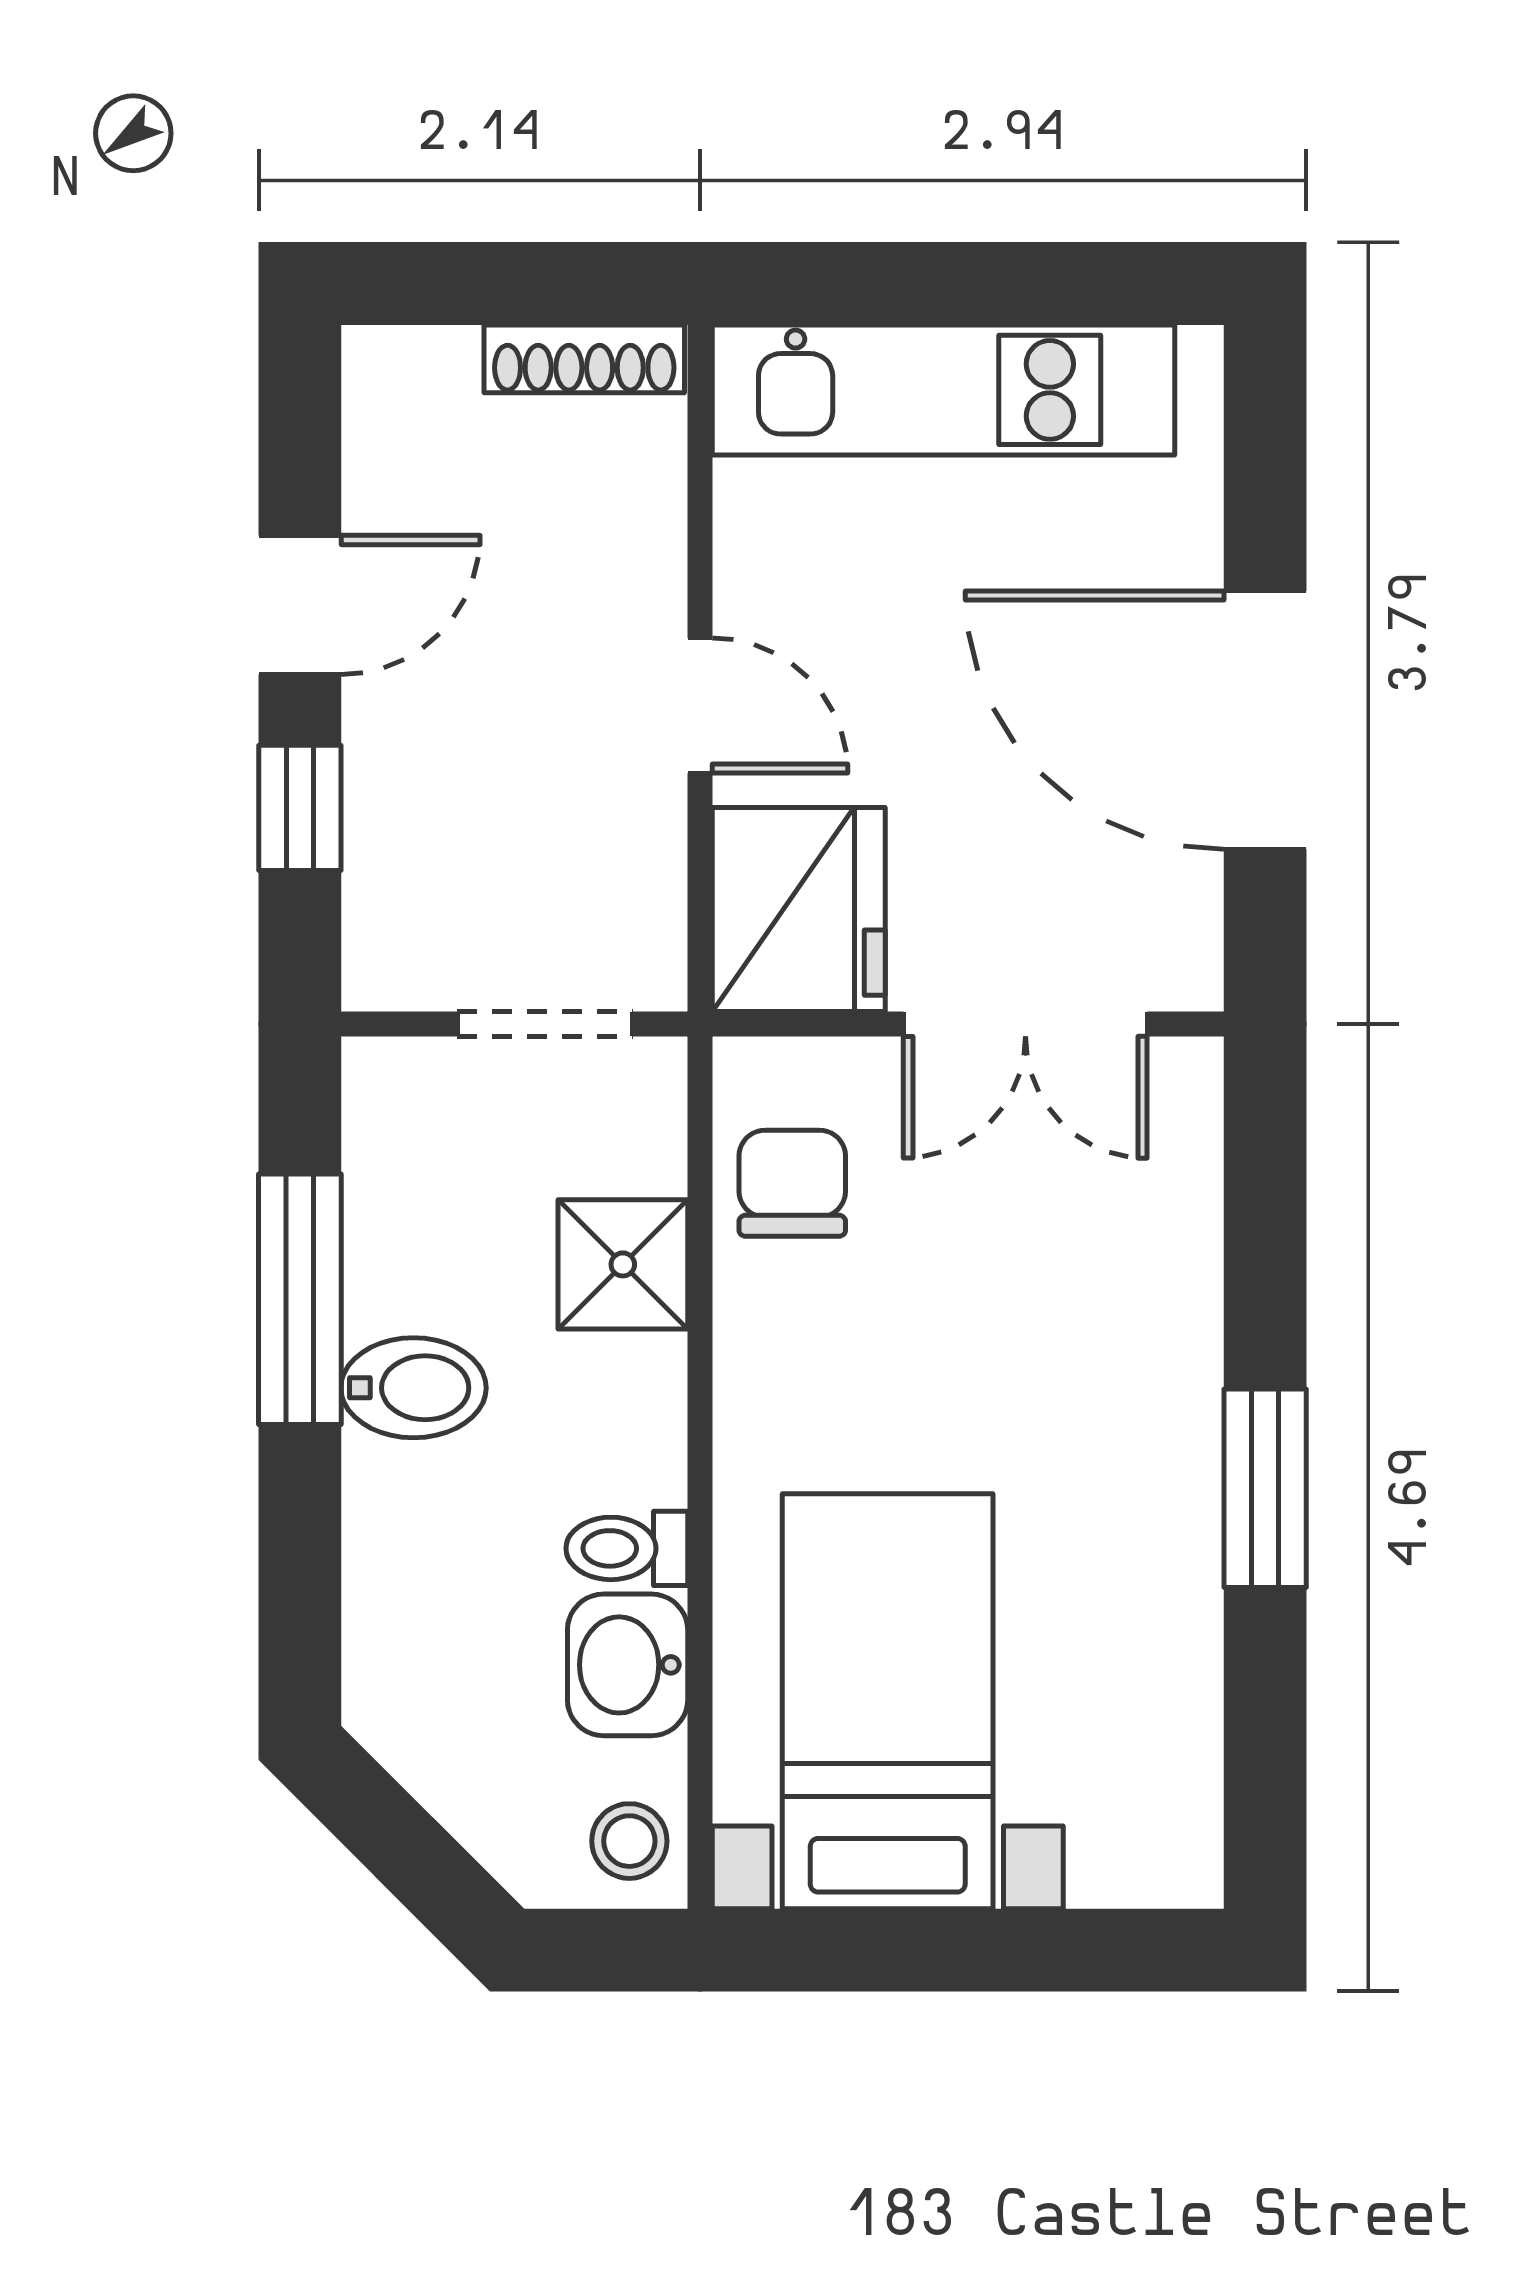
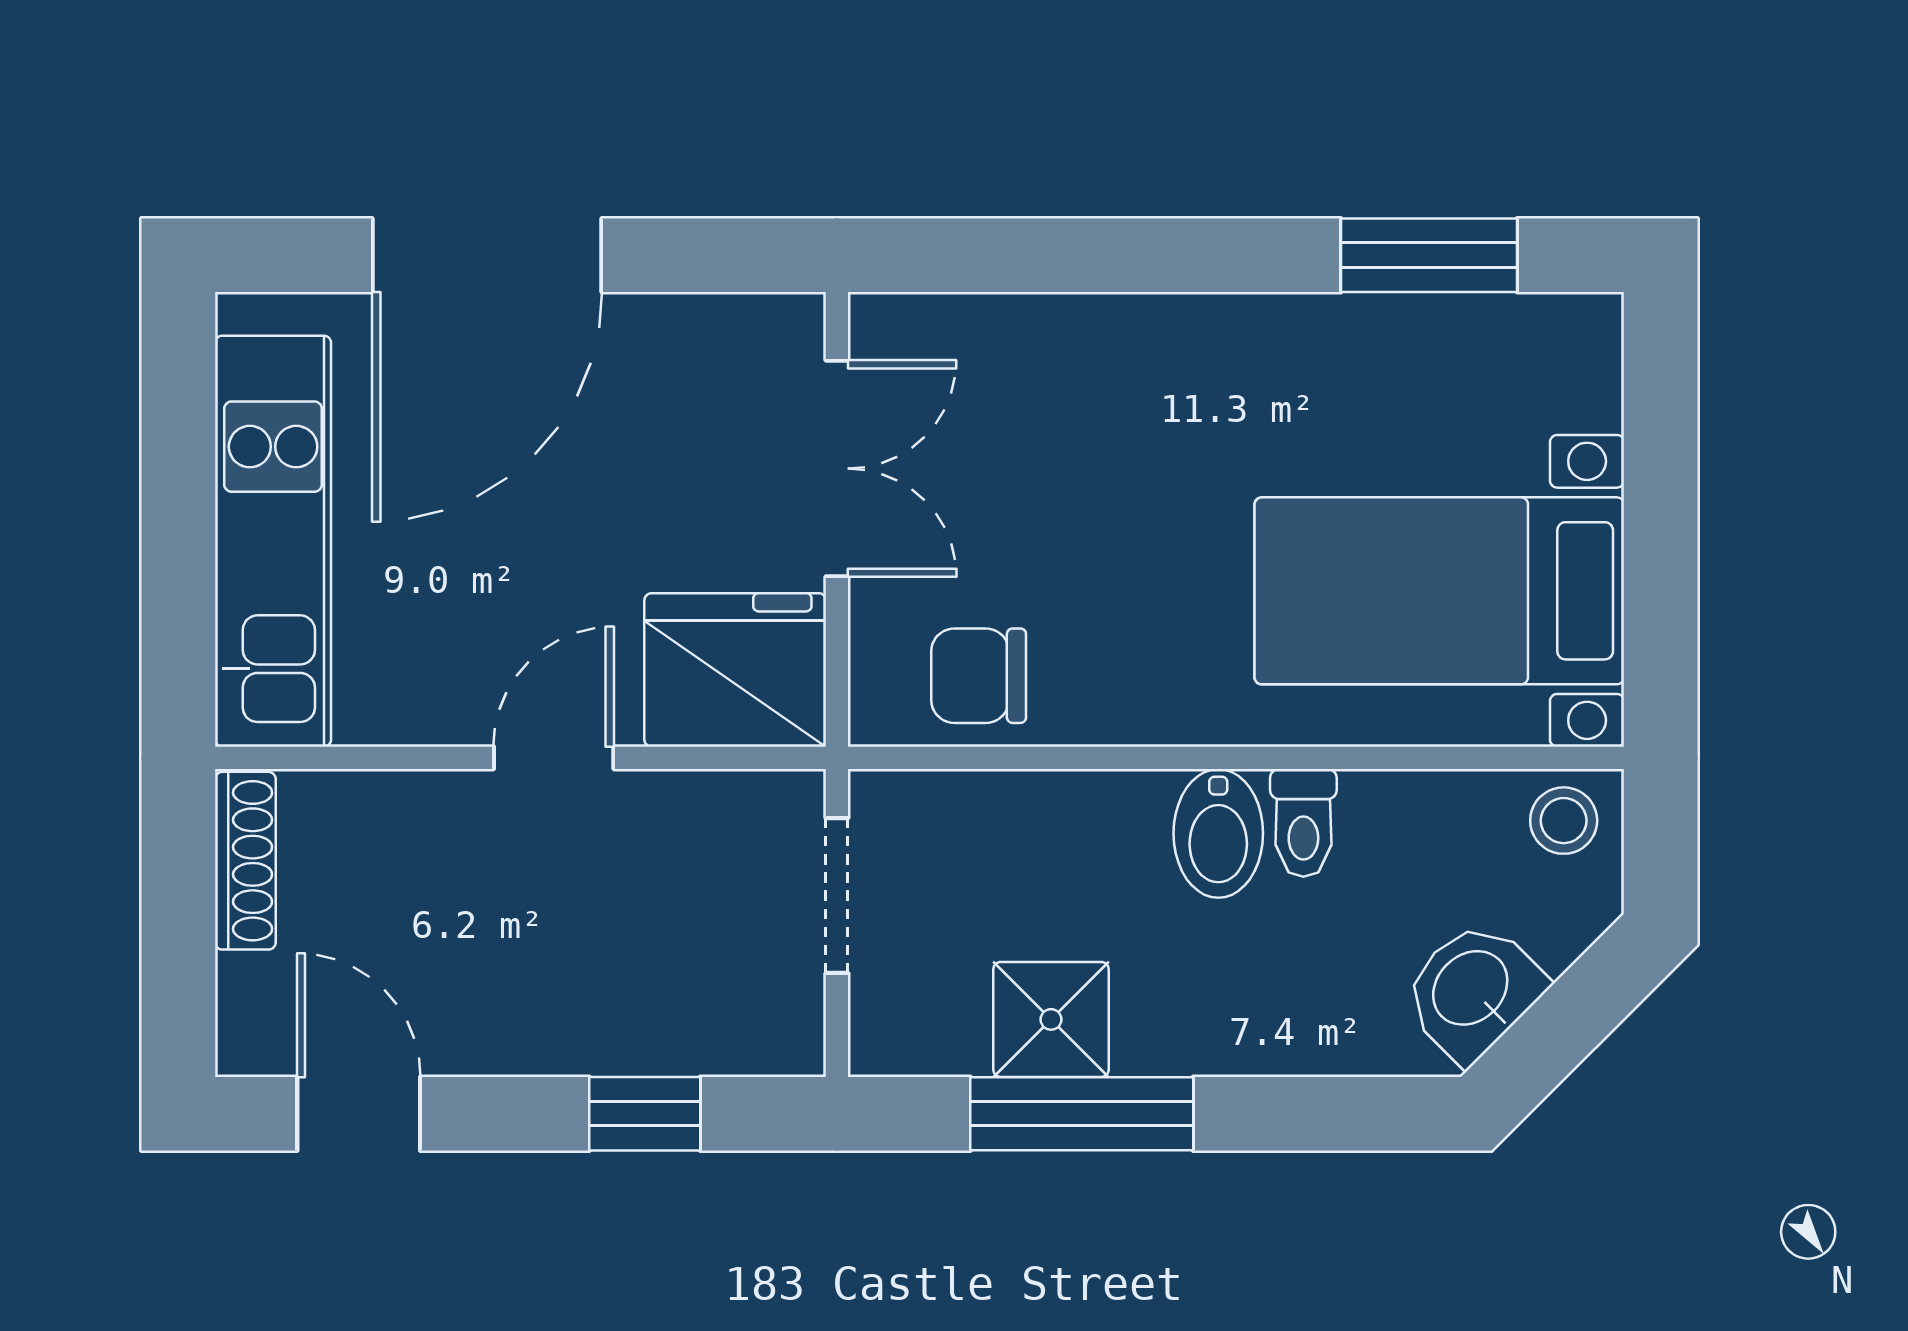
door: (300, 605) -> (359, 1114), moved
door: (1265, 720) -> (487, 255), moved
shower: (623, 1264) -> (1051, 1019), moved
bidet: (414, 1388) -> (1218, 833), moved, turned 180
window: (1265, 1488) -> (1429, 255), moved
washbasin: (628, 1665) -> (1472, 990), moved, turned 135

